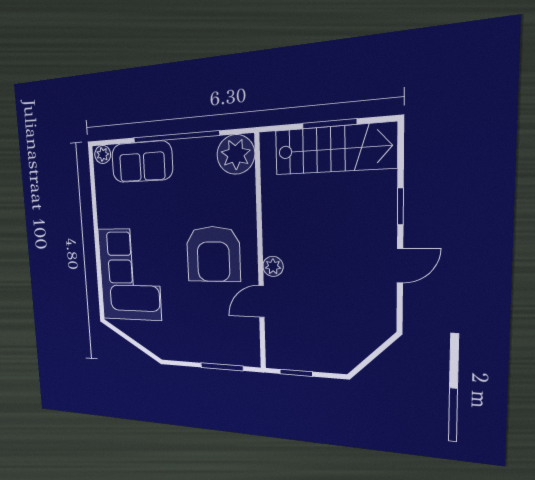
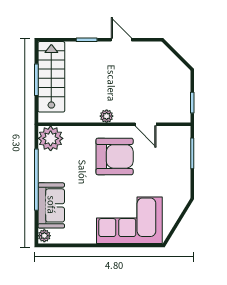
plant: (273, 266) -> (107, 116), moved

